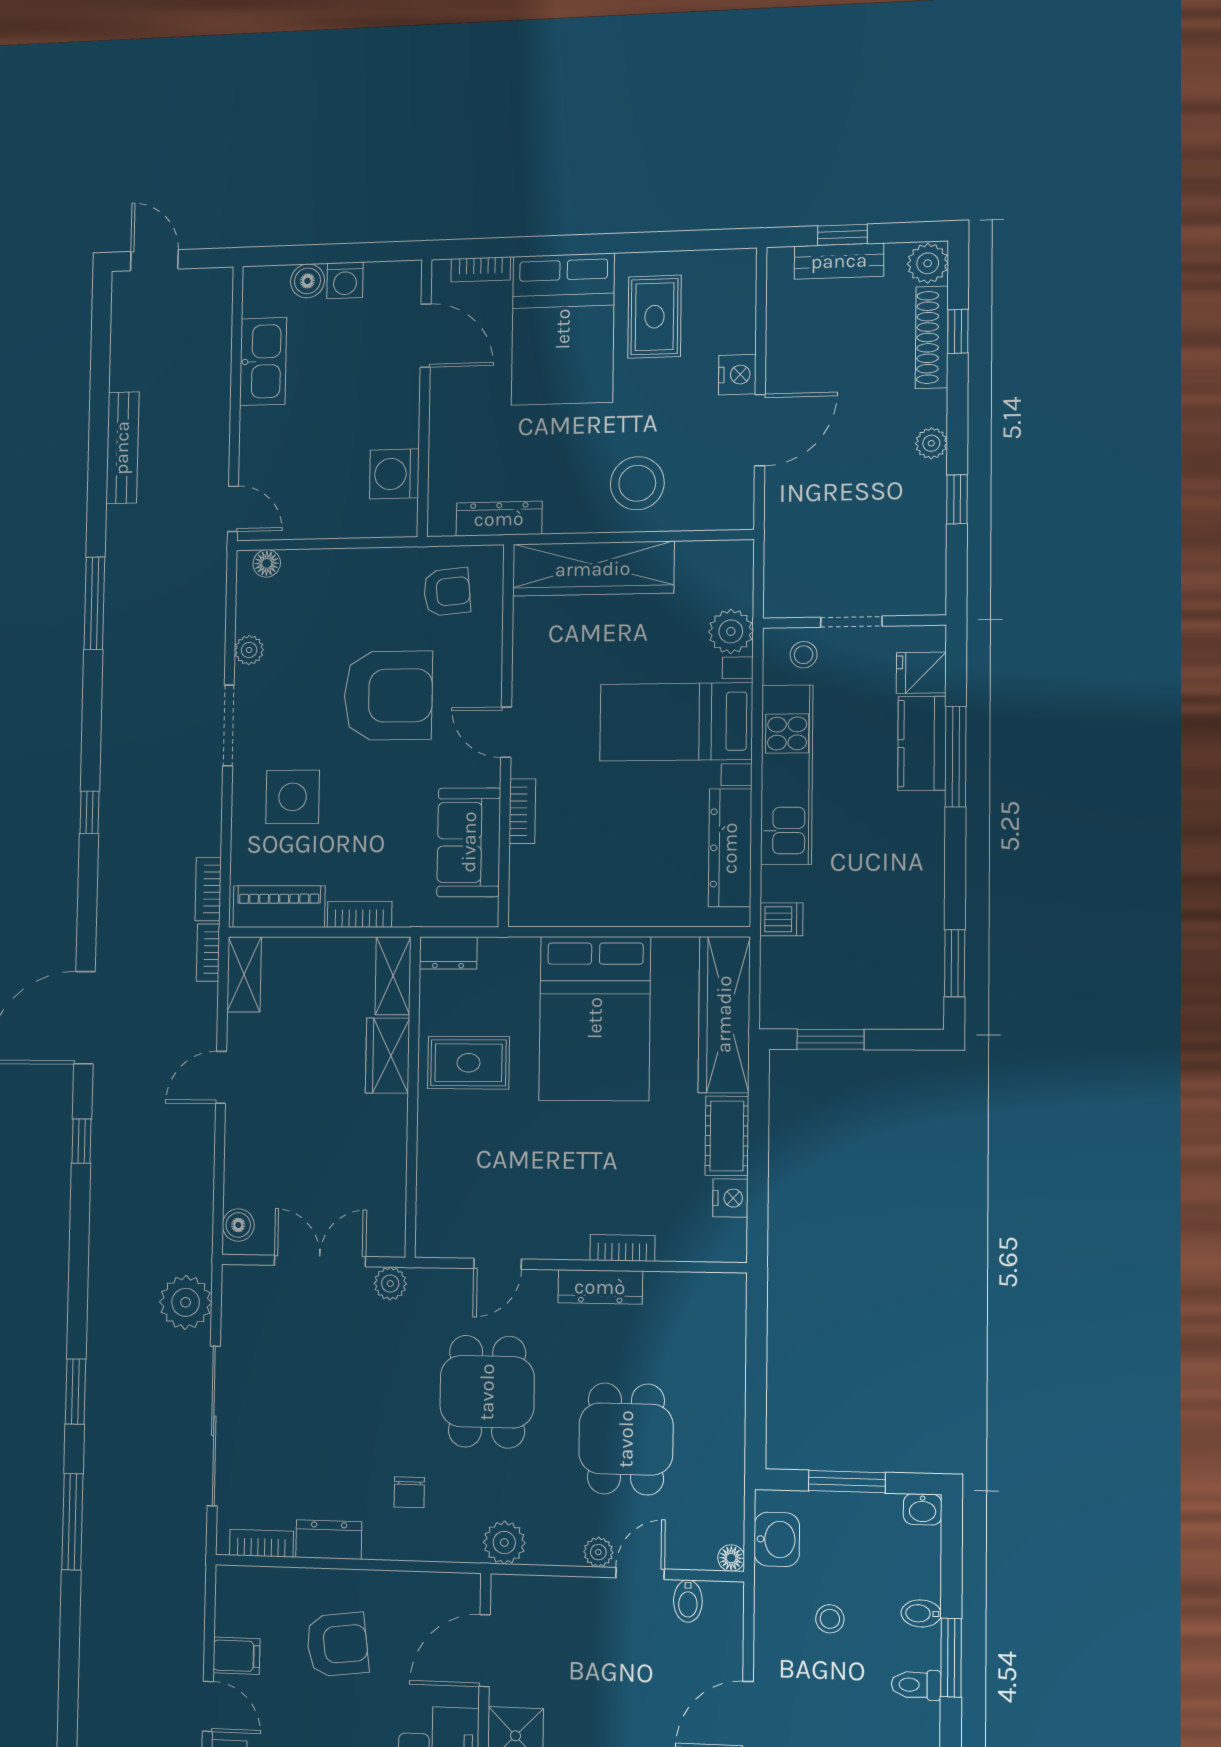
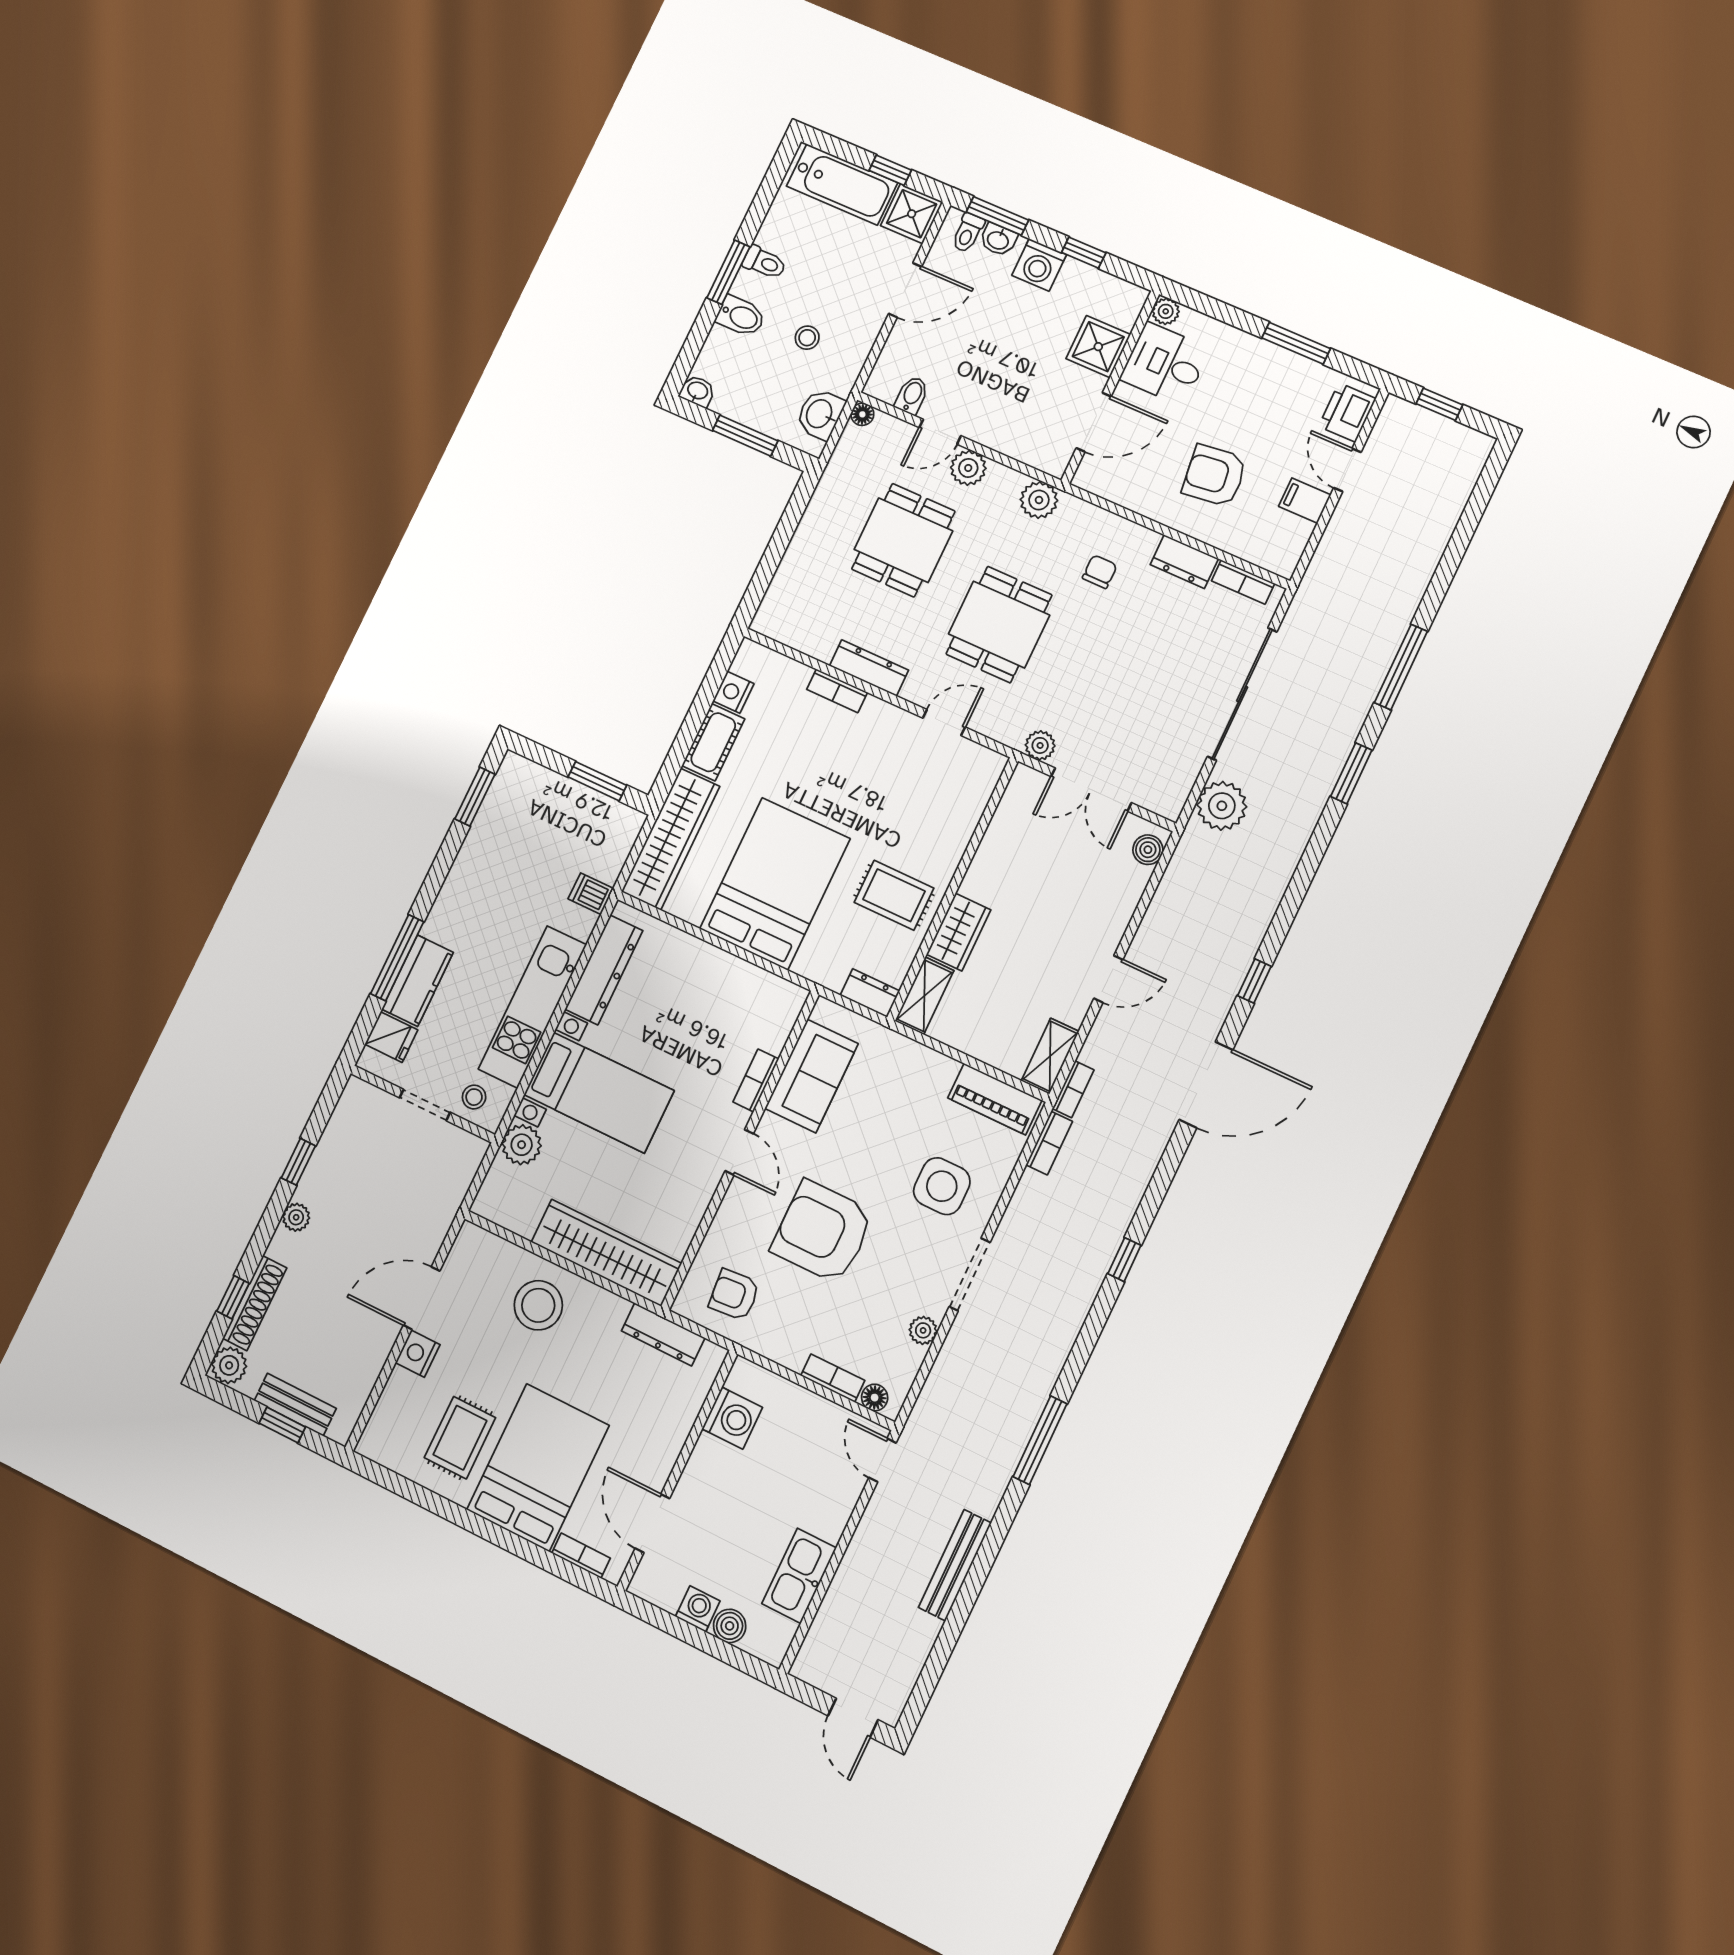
bookcase: (359, 914) -> (833, 1378), moved, turned 180
plant: (598, 1552) -> (968, 468), width x1.38, depth x1.38
bidet: (921, 1613) -> (741, 316), width x1.38, depth x1.36

